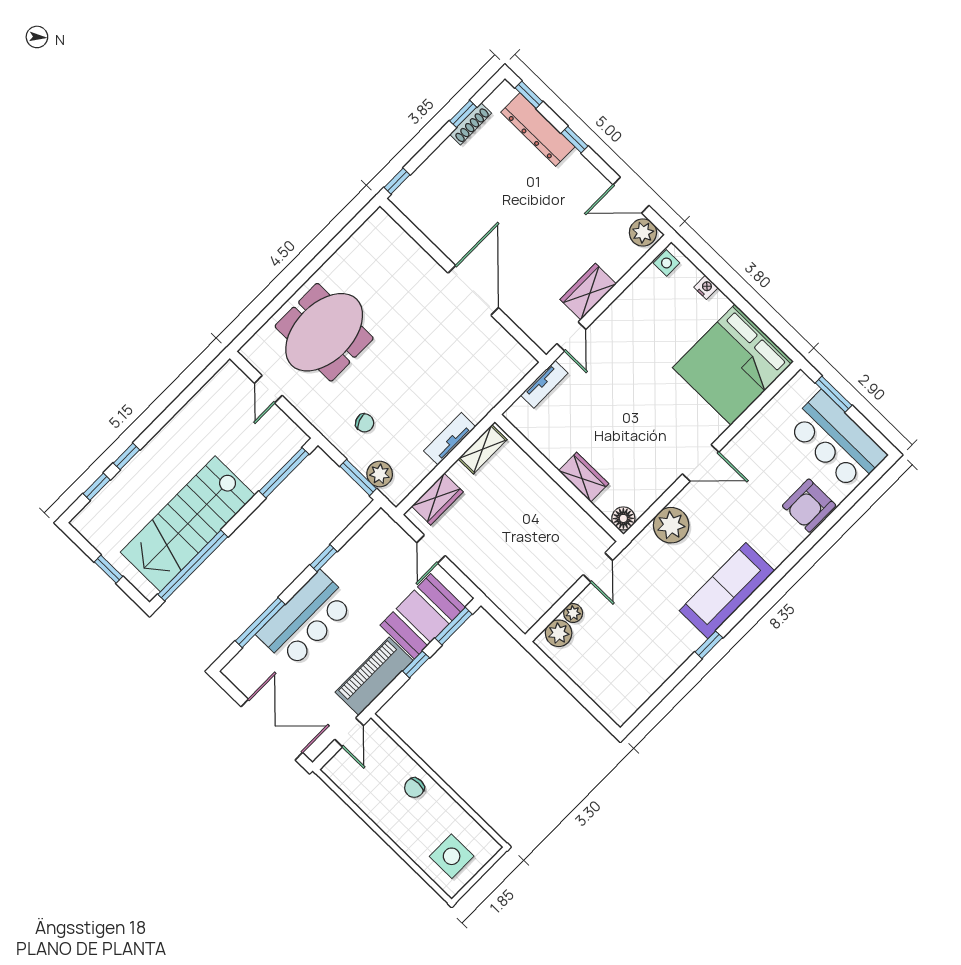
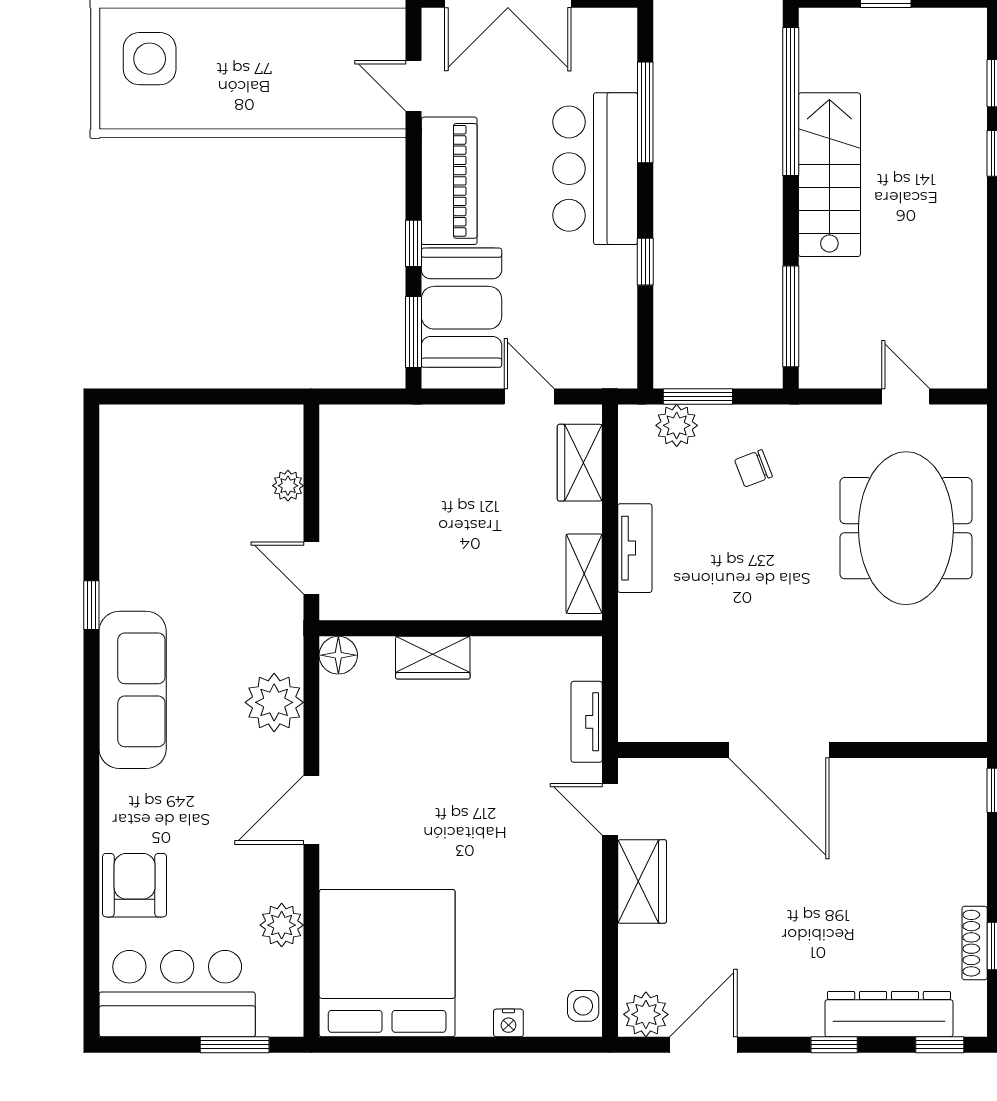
stairs: (188, 524) -> (829, 175), width x0.73, depth x0.66
plant: (559, 633) -> (282, 925), moved
chair: (414, 788) -> (273, 96), removed

